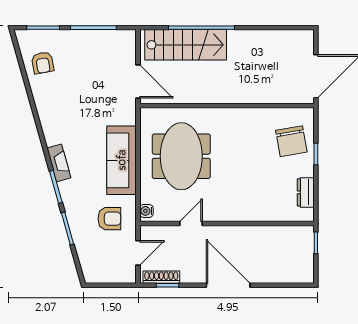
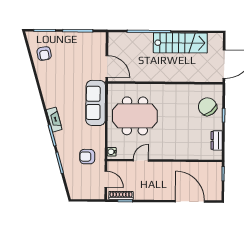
stairs: (186, 45) -> (180, 43), moved
chair: (291, 141) -> (207, 107), turned 151
meeting table: (181, 156) -> (135, 116), turned 90
sofa: (122, 160) -> (96, 103), moved
armchair: (109, 219) -> (87, 157), turned 180
door: (138, 253) -> (106, 179), hinge flipped
door: (228, 285) -> (190, 201), moved

